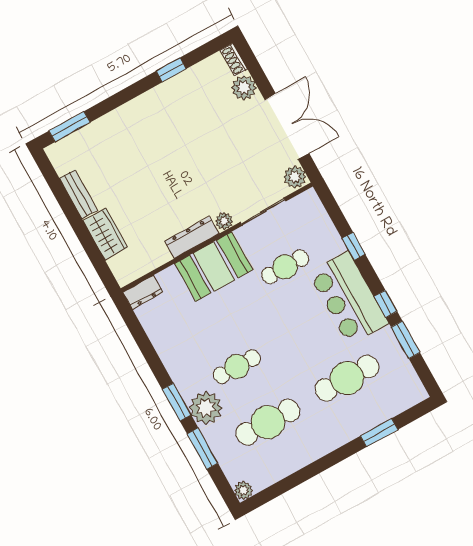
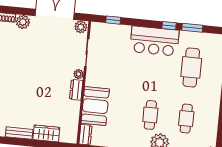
dresser: (192, 237) -> (76, 90), width x0.70
window: (354, 246) -> (113, 20), moved
booth: (214, 267) -> (95, 106), moved
cafe table: (285, 267) -> (119, 60), removed
cafe table: (268, 422) -> (186, 118), width x0.73, depth x0.74

